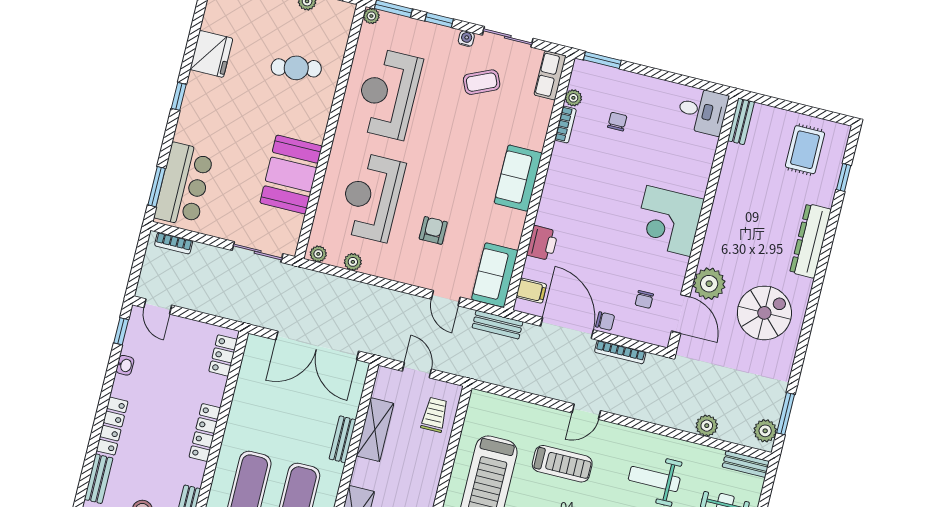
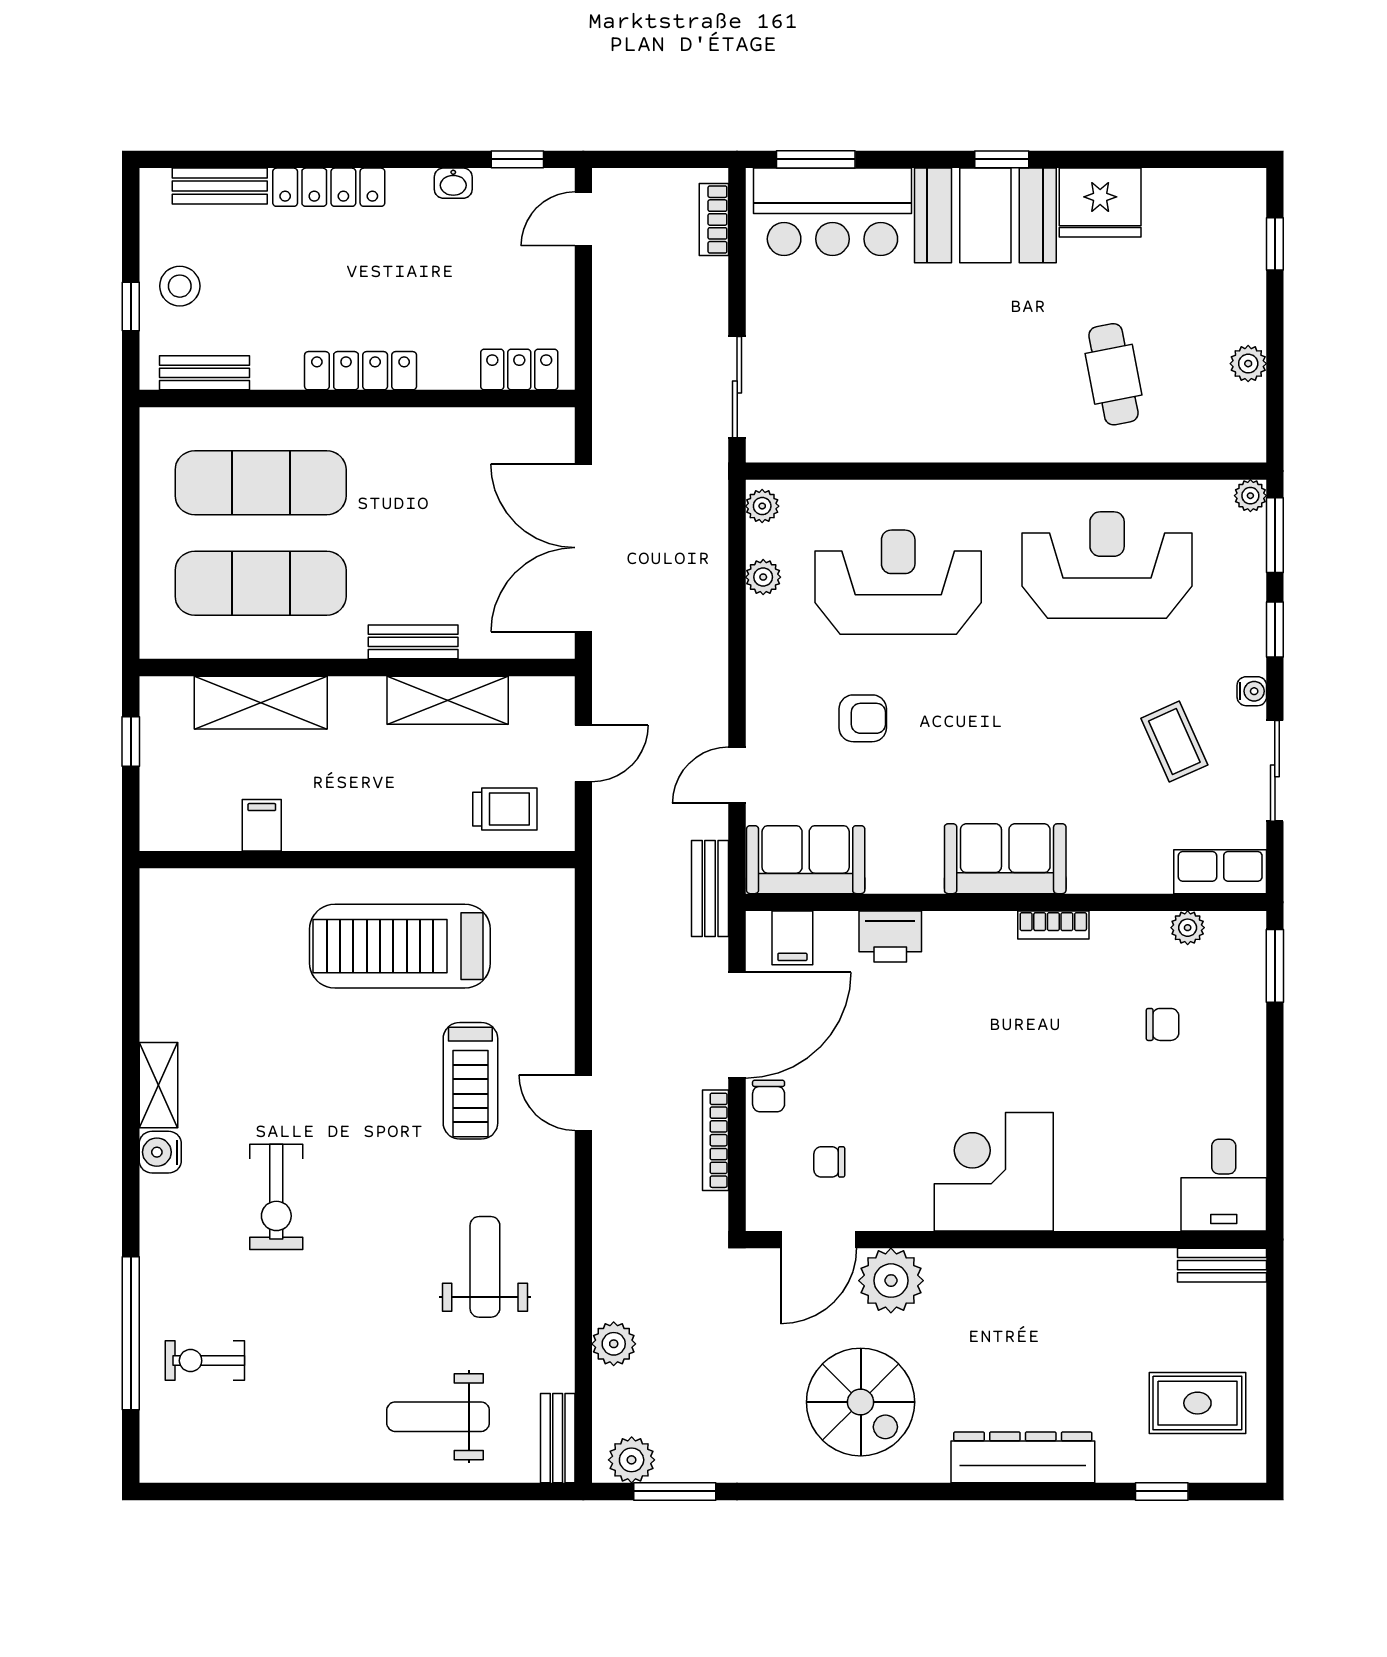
bookcase: (565, 125) -> (1053, 925), moved
booth: (291, 174) -> (985, 215), moved

